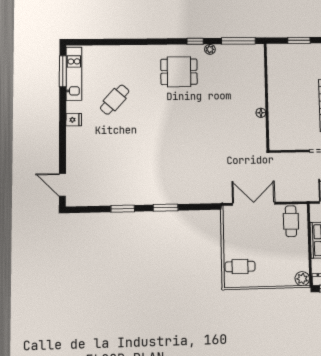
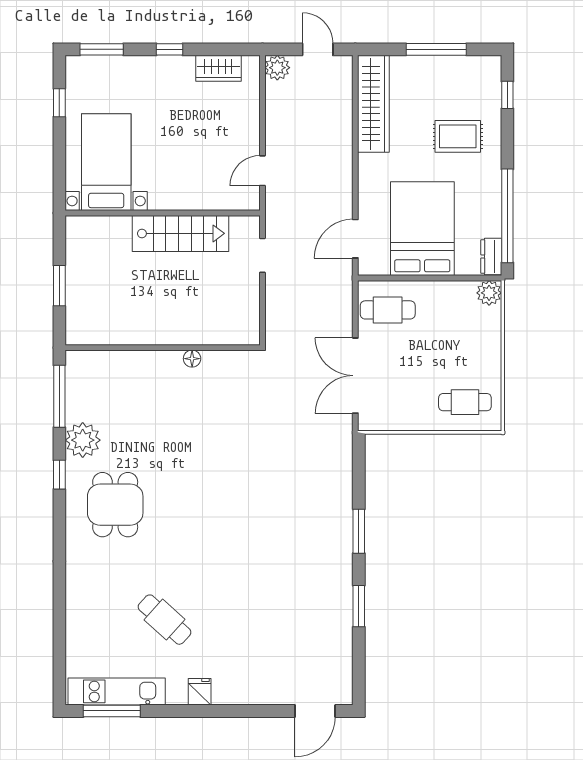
plant: (210, 49) -> (83, 440), width x1.87, depth x1.87
cafe table: (240, 267) -> (465, 402), turned 90

